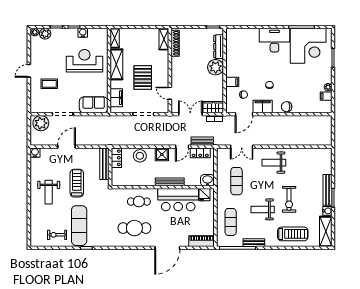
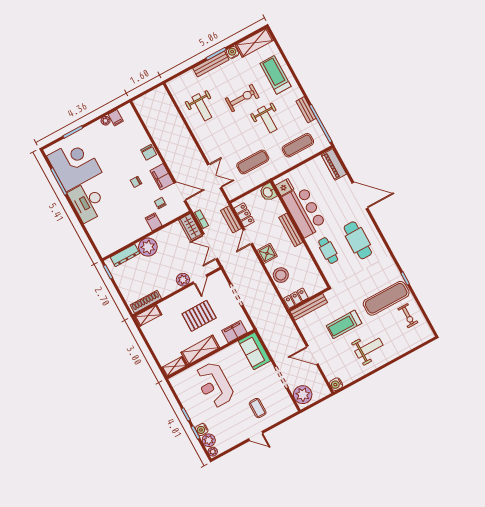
water cooler: (83, 33) -> (202, 430), moved
plant: (177, 80) -> (183, 280), added
door: (182, 147) -> (248, 237), swing flipped
weight bench: (274, 163) -> (202, 107), moved

